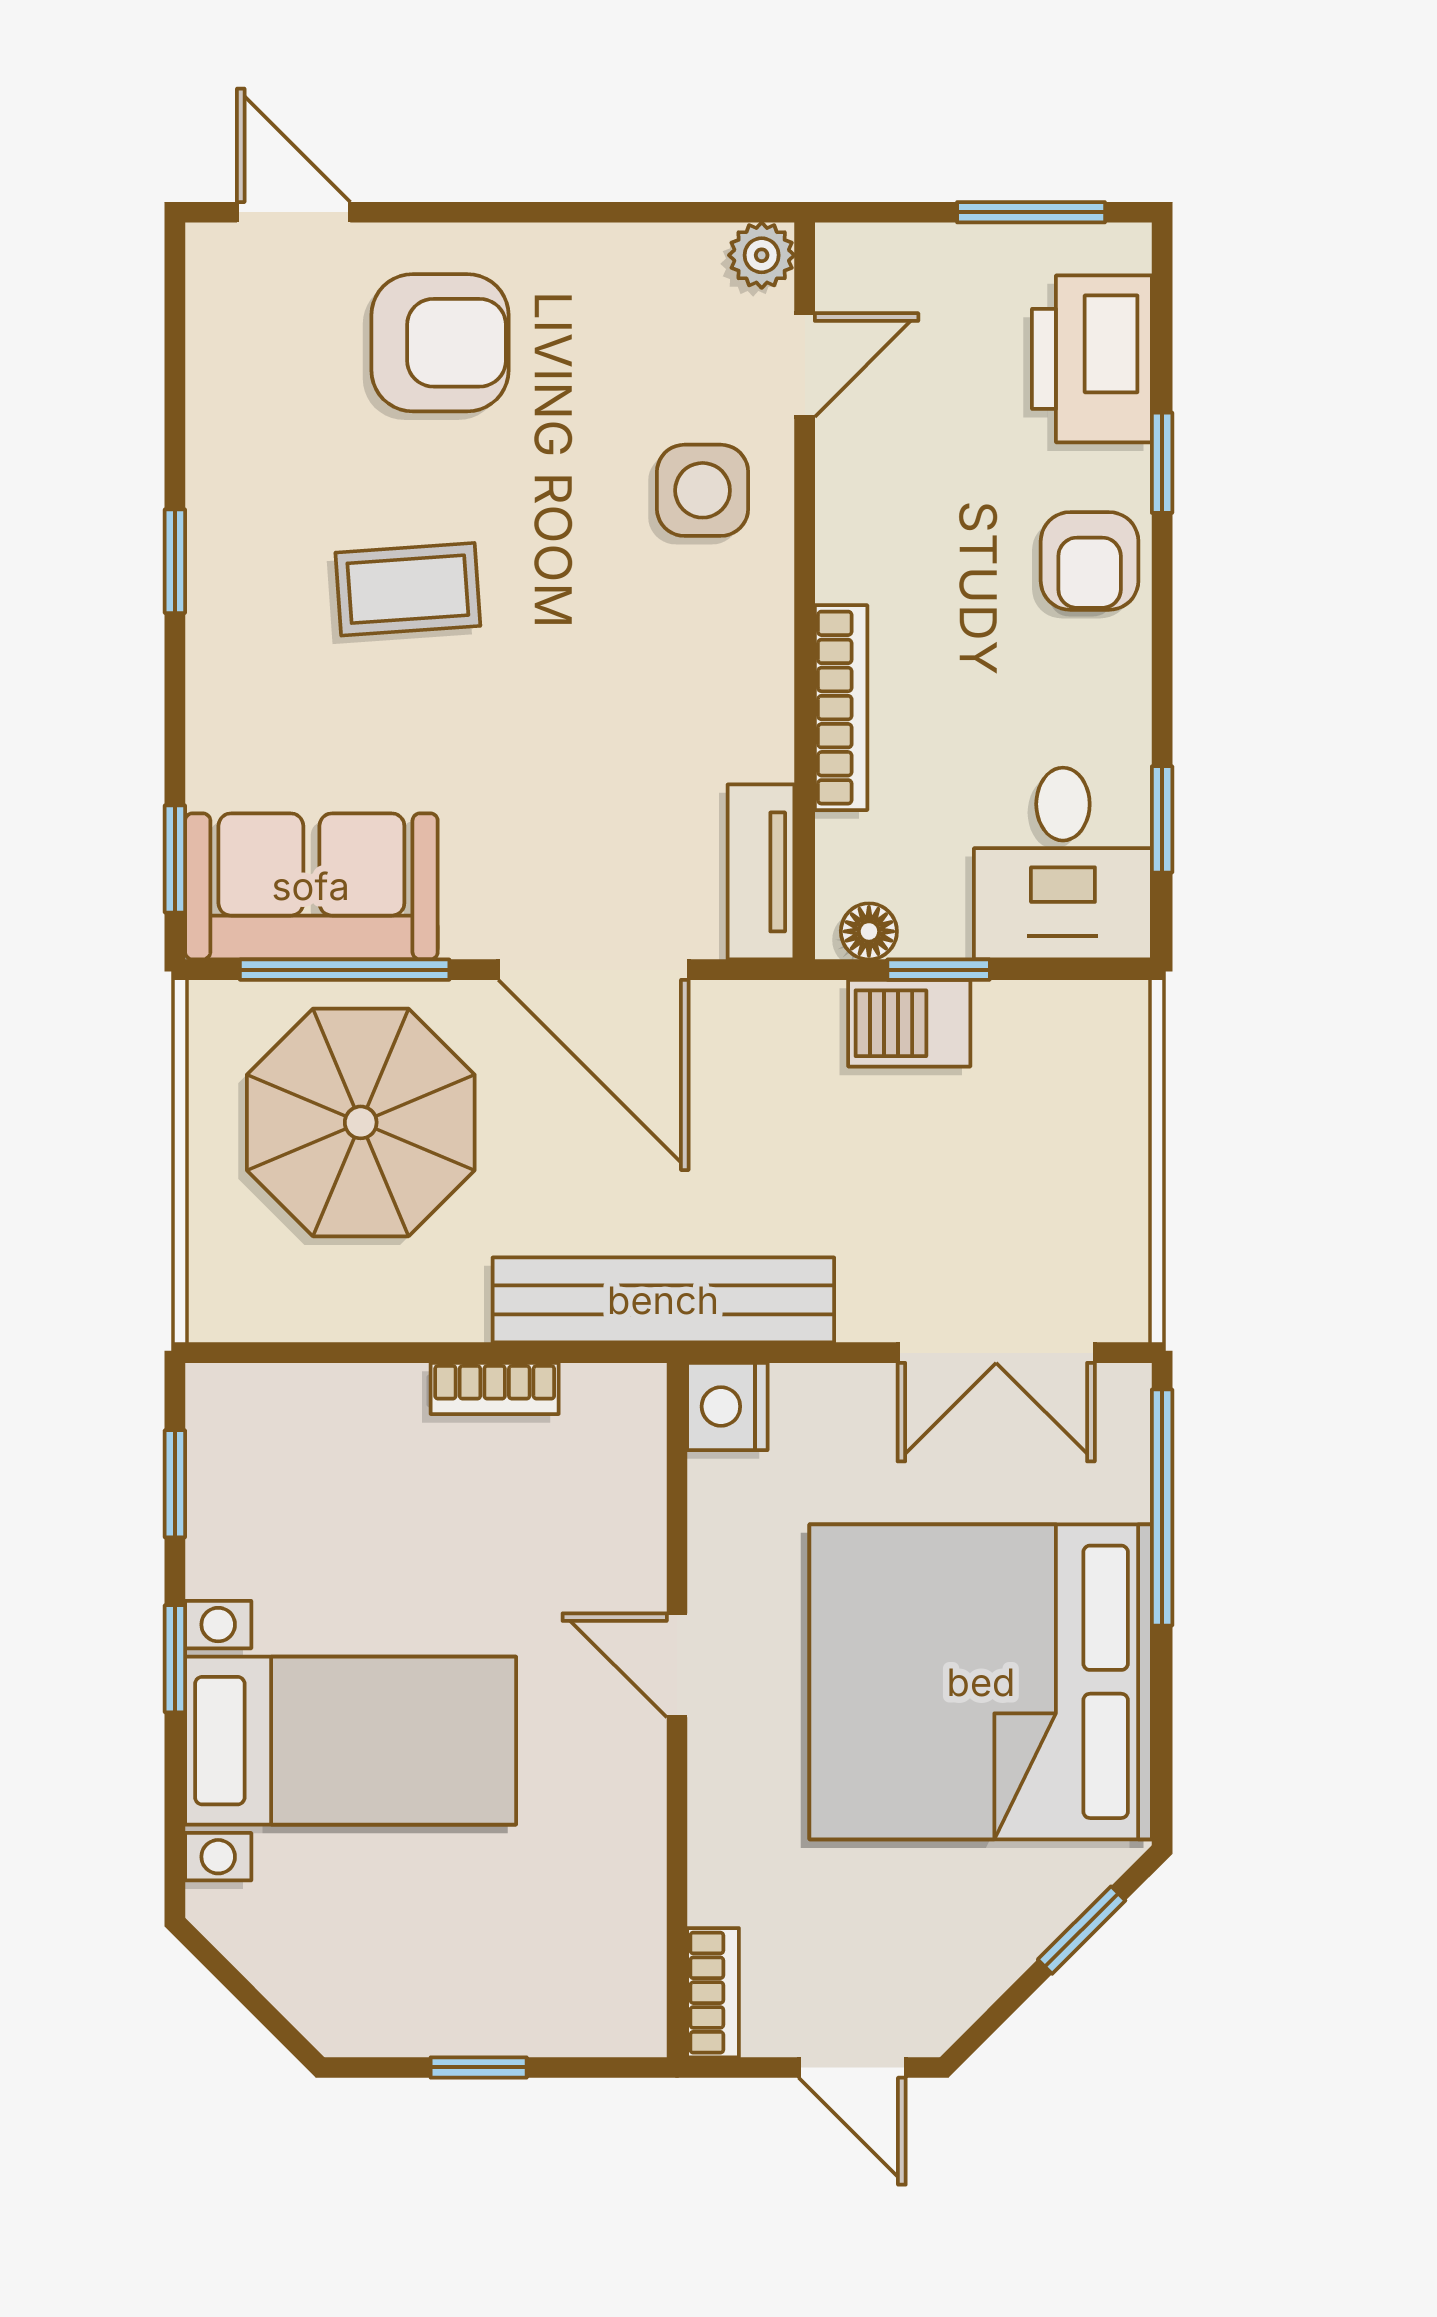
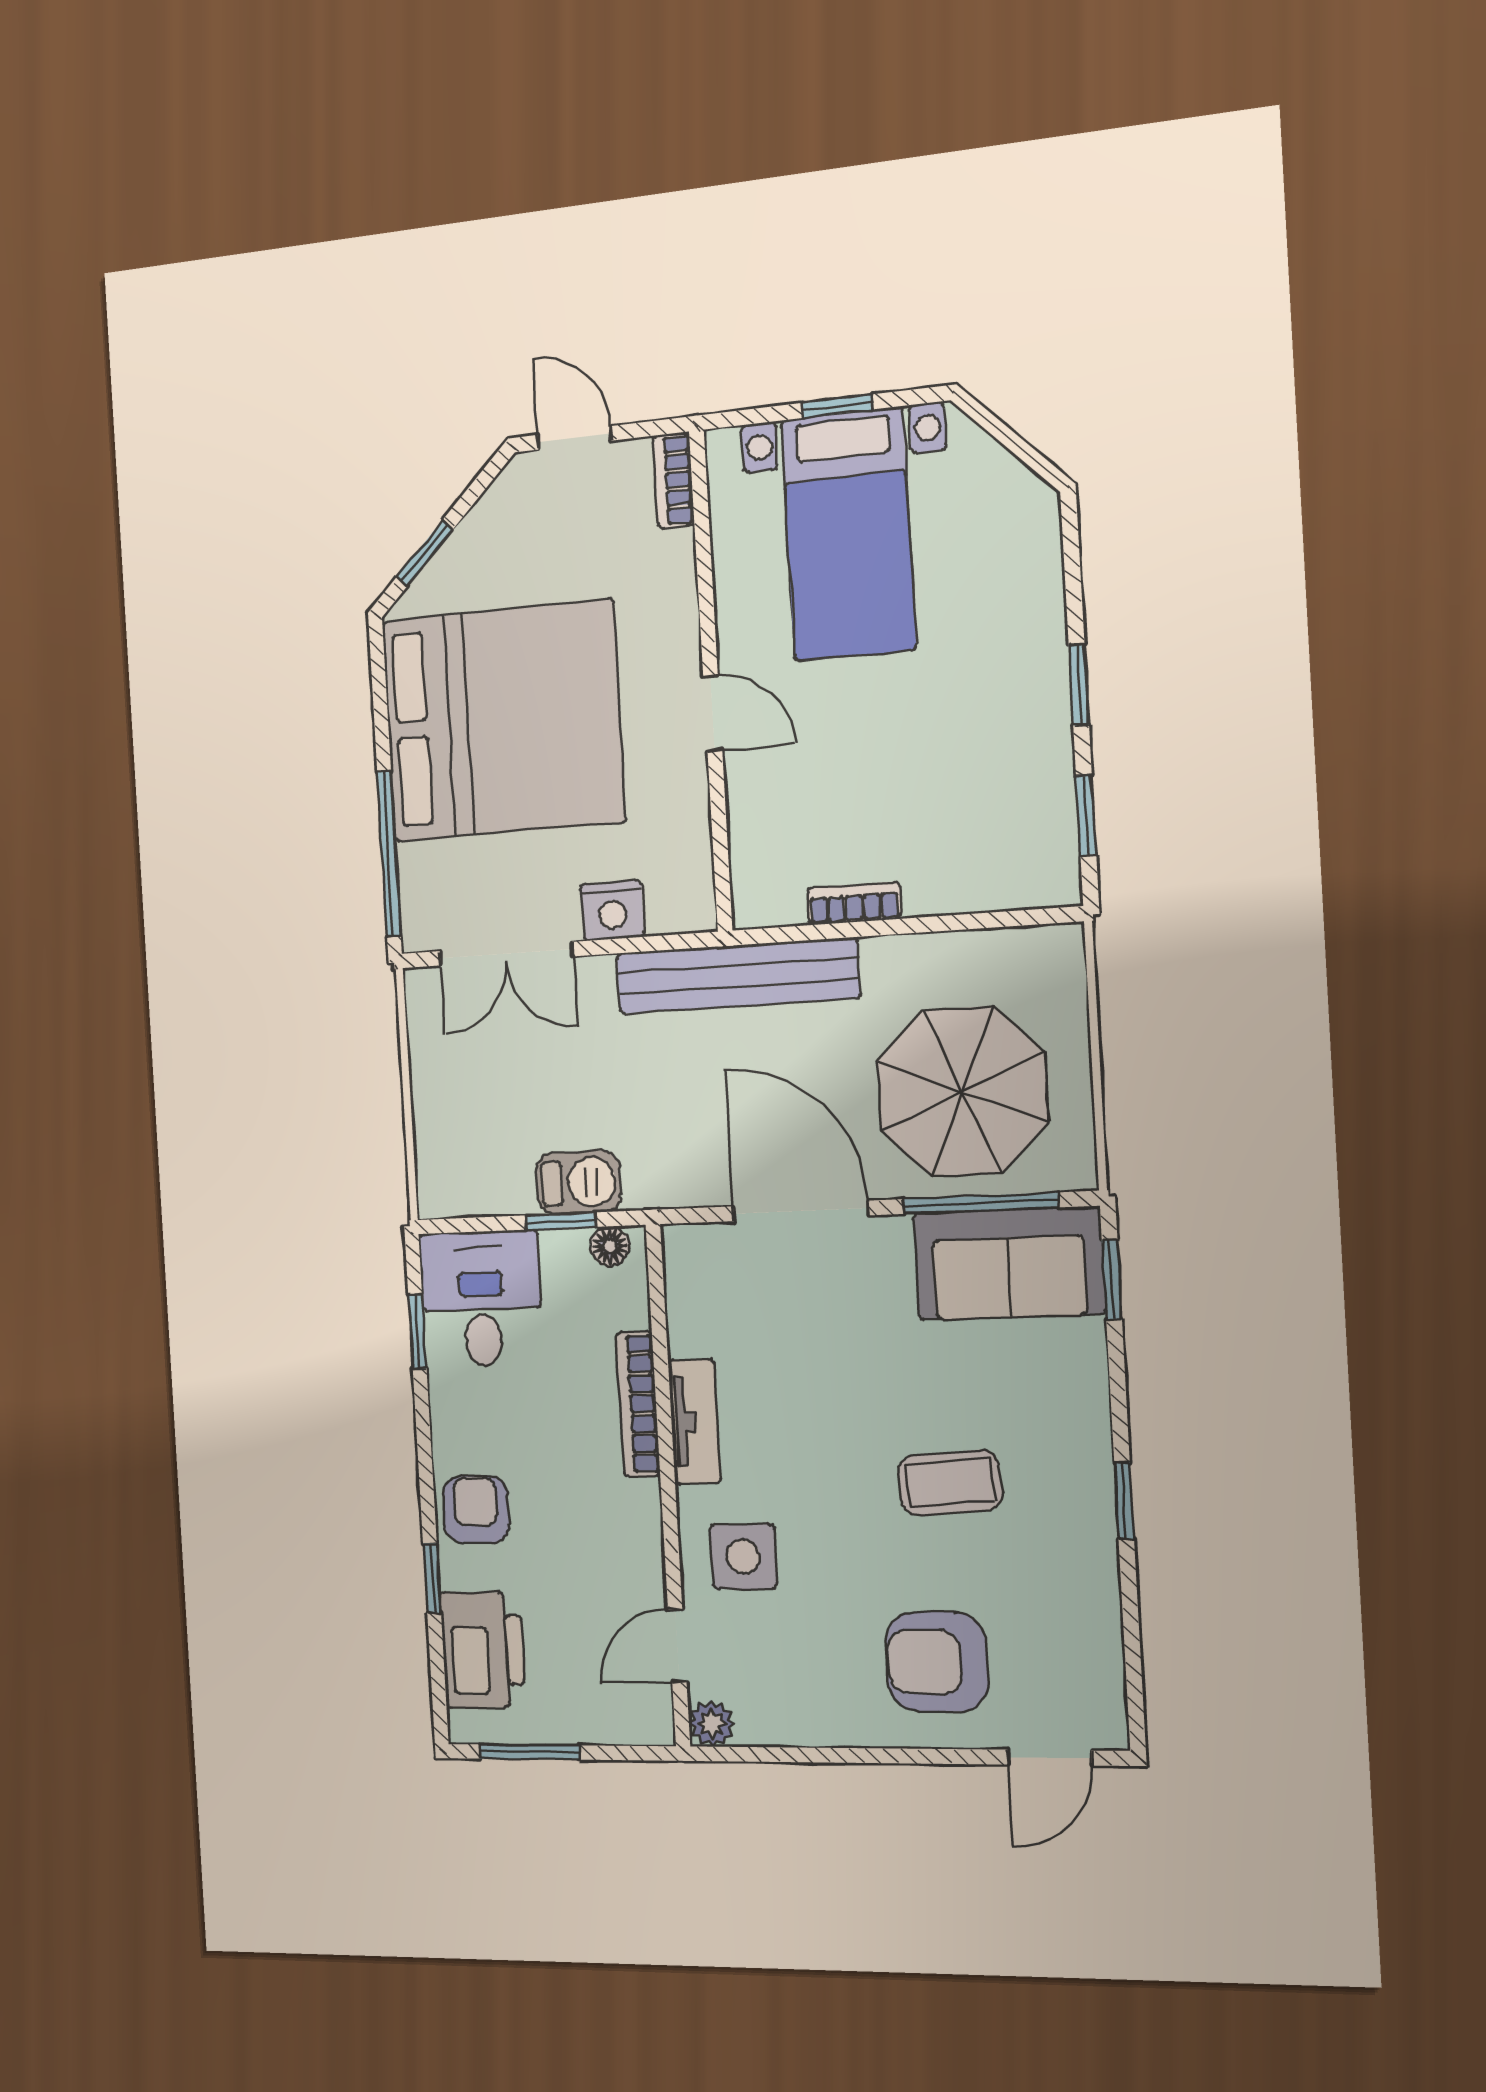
door: (294, 212) -> (1050, 1758), hinge flipped
tv unit: (761, 872) -> (695, 1422), moved
double door: (996, 1353) -> (506, 954), swing flipped
nightstand: (727, 1406) -> (612, 910), moved, turned 90
bed with nightstands: (351, 1741) -> (848, 534), moved, turned -90

